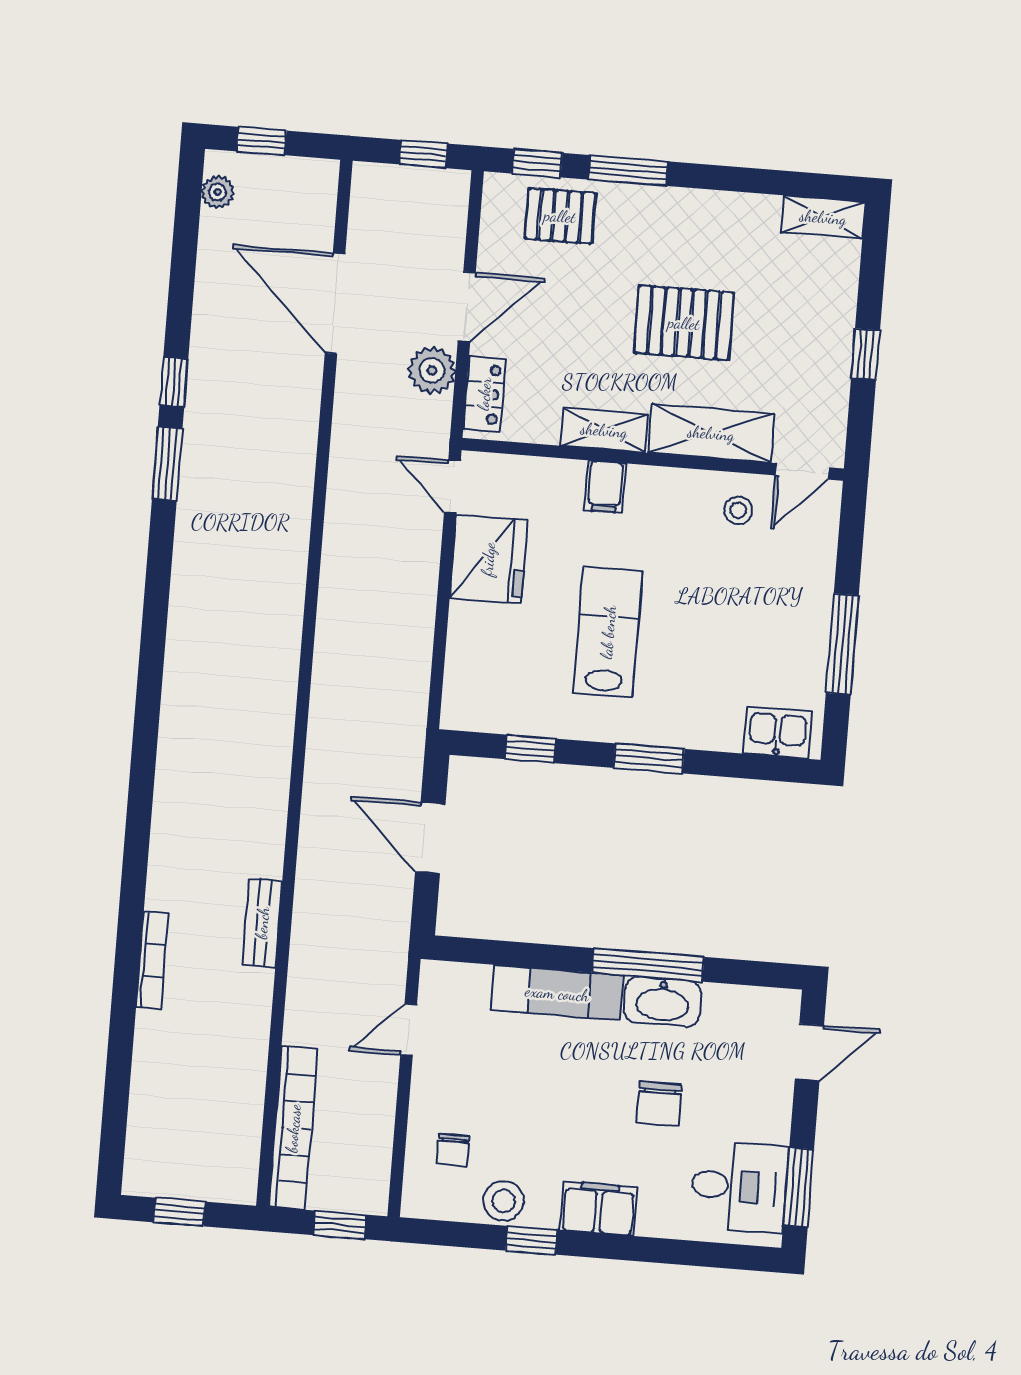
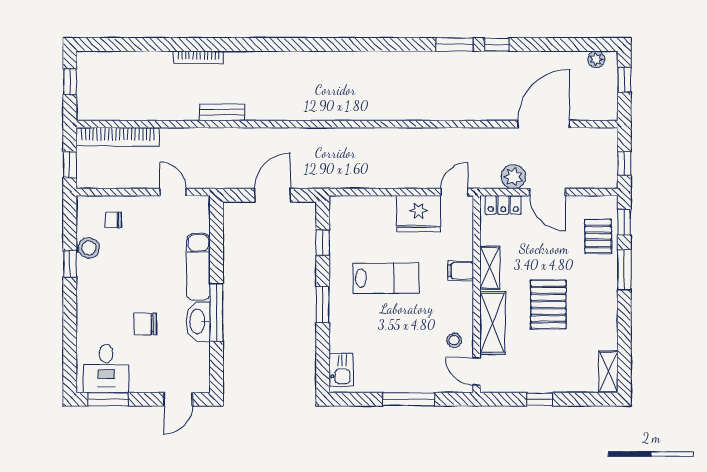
window: (842, 644) -> (408, 399), moved
door: (809, 1052) -> (178, 399), hinge flipped
filing cabinet: (599, 1209) -> (89, 297), removed

